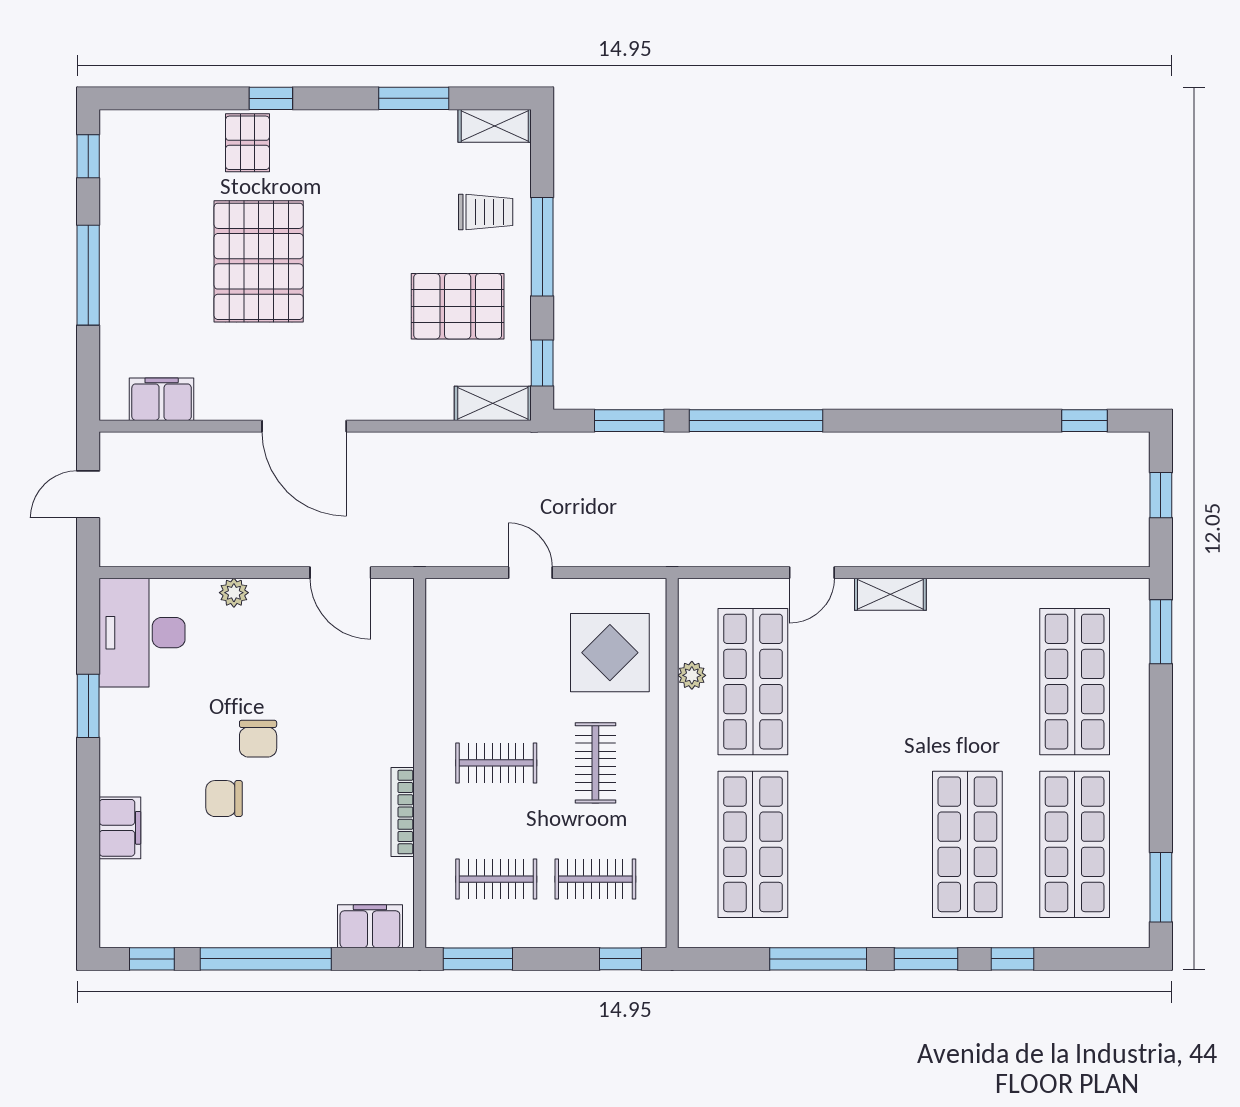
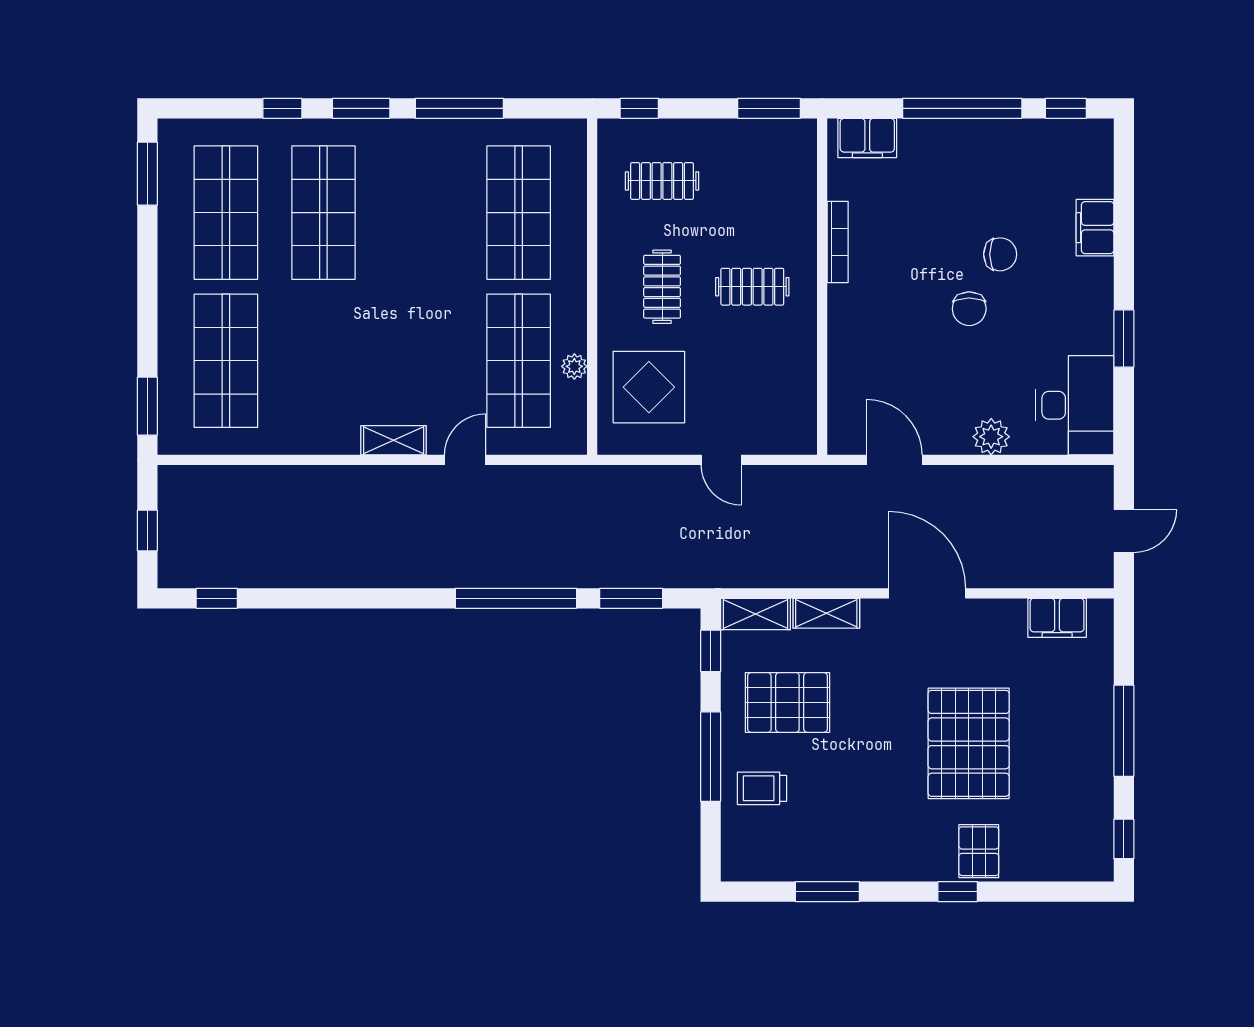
shelving: (495, 126) -> (826, 613), moved
plant: (234, 593) -> (991, 437), width x1.38, depth x1.38
chair: (258, 739) -> (969, 309), turned 180
clothes rail: (496, 879) -> (752, 181), removed

